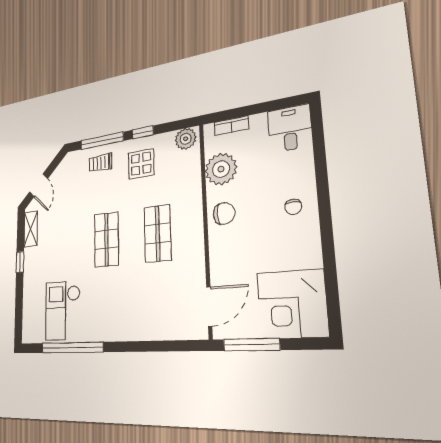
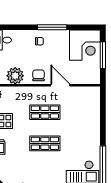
window: (326, 230) -> (52, 27), added
door: (209, 306) -> (60, 85), moved
window: (251, 345) -> (103, 55), moved

